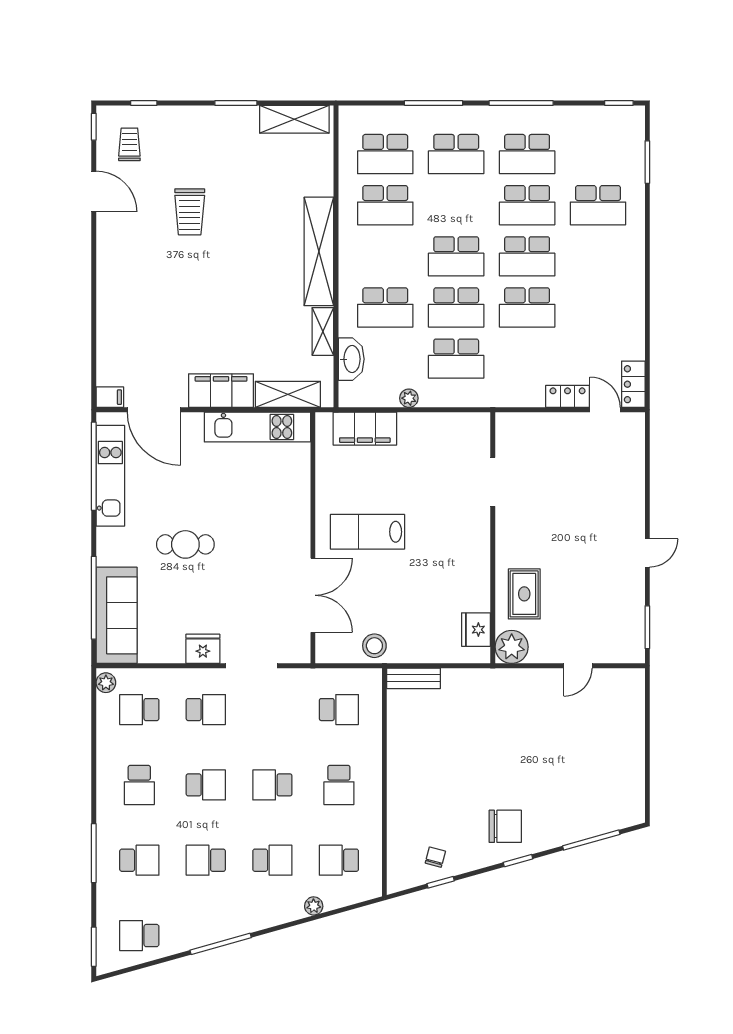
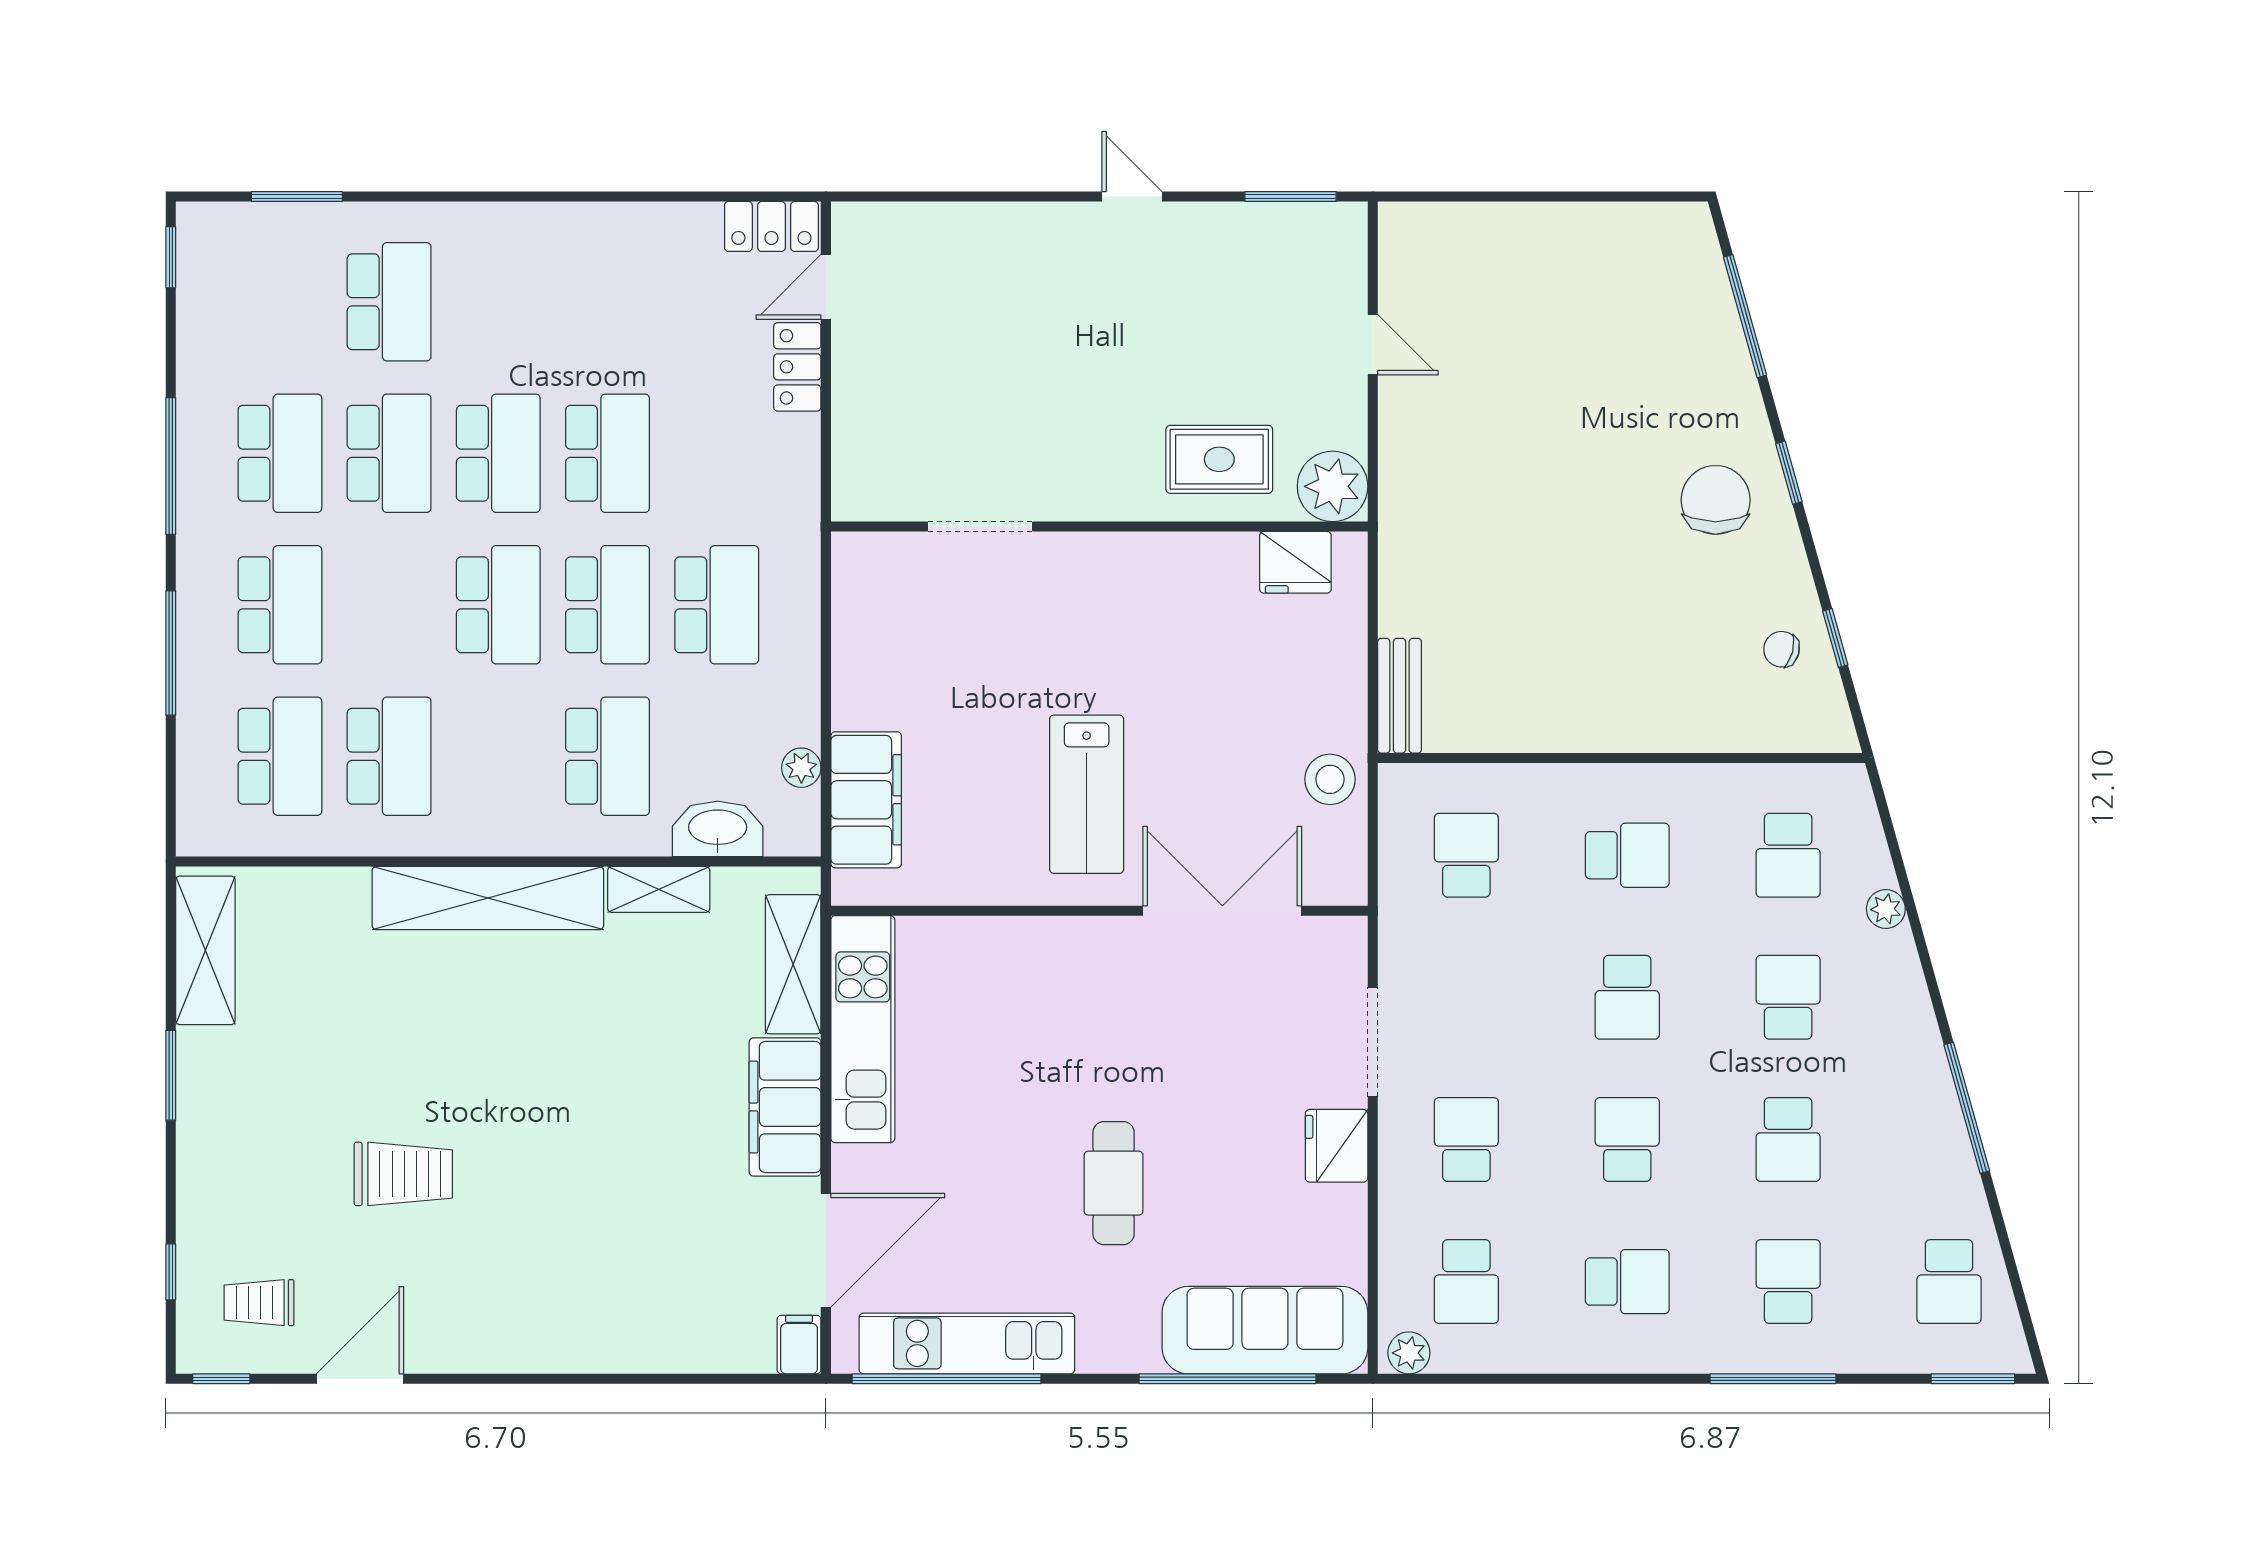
plant: (409, 398) -> (801, 768), moved

